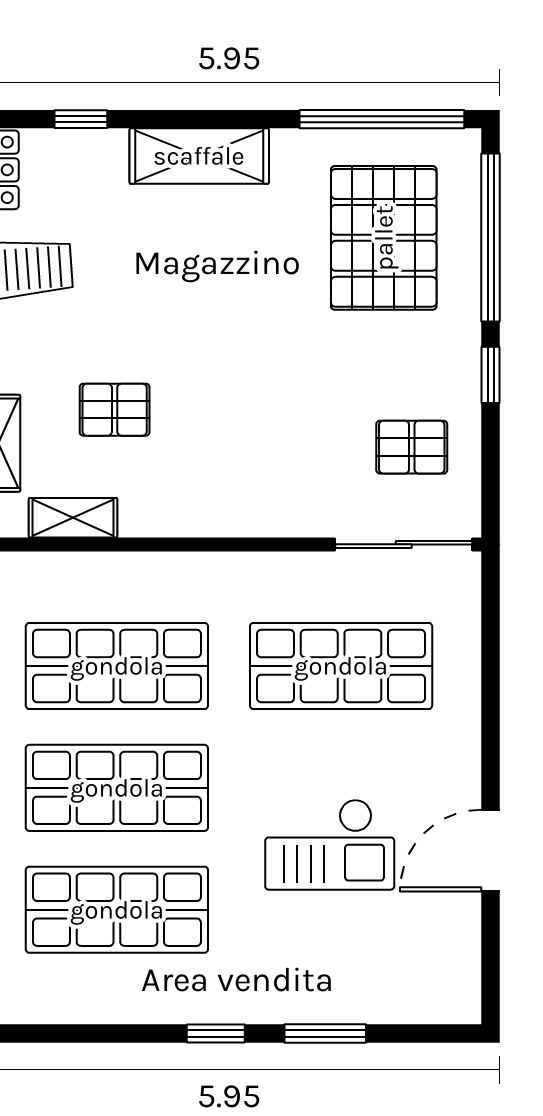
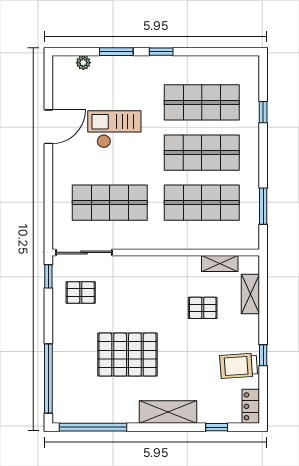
pallet: (384, 238) -> (127, 355), moved, turned 90
window: (491, 375) -> (48, 276), moved
plant: (405, 1007) -> (83, 63), added

